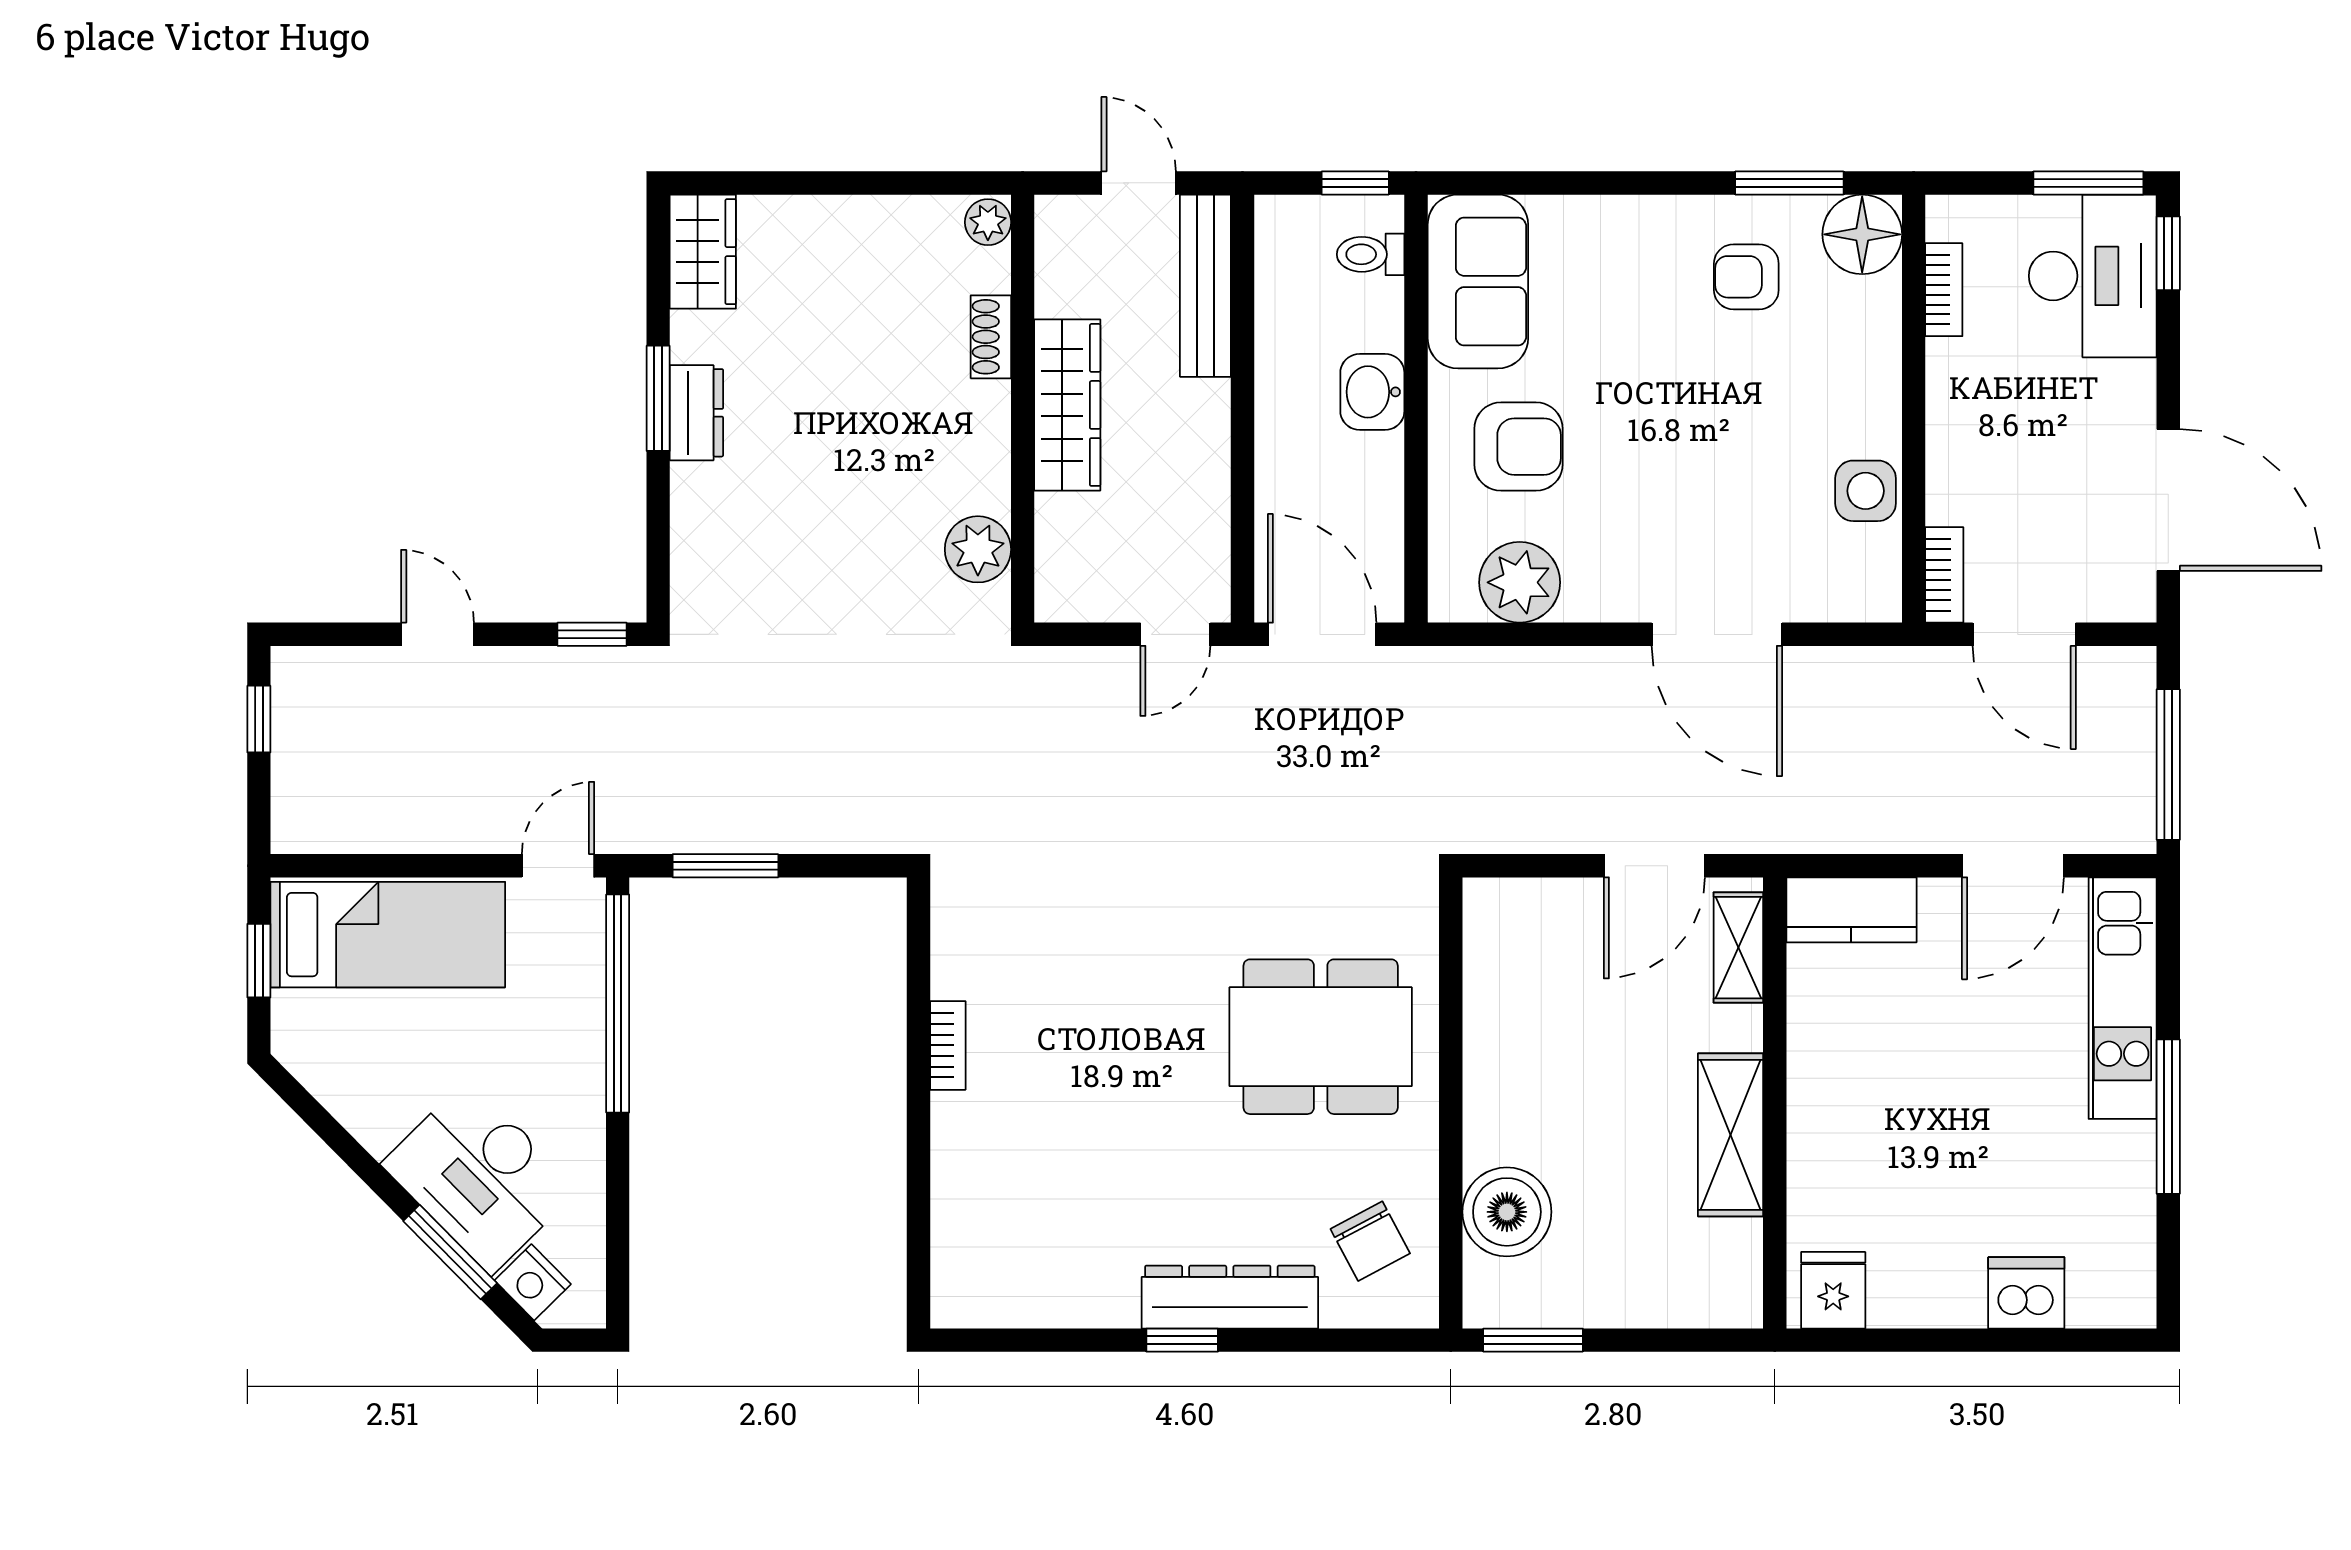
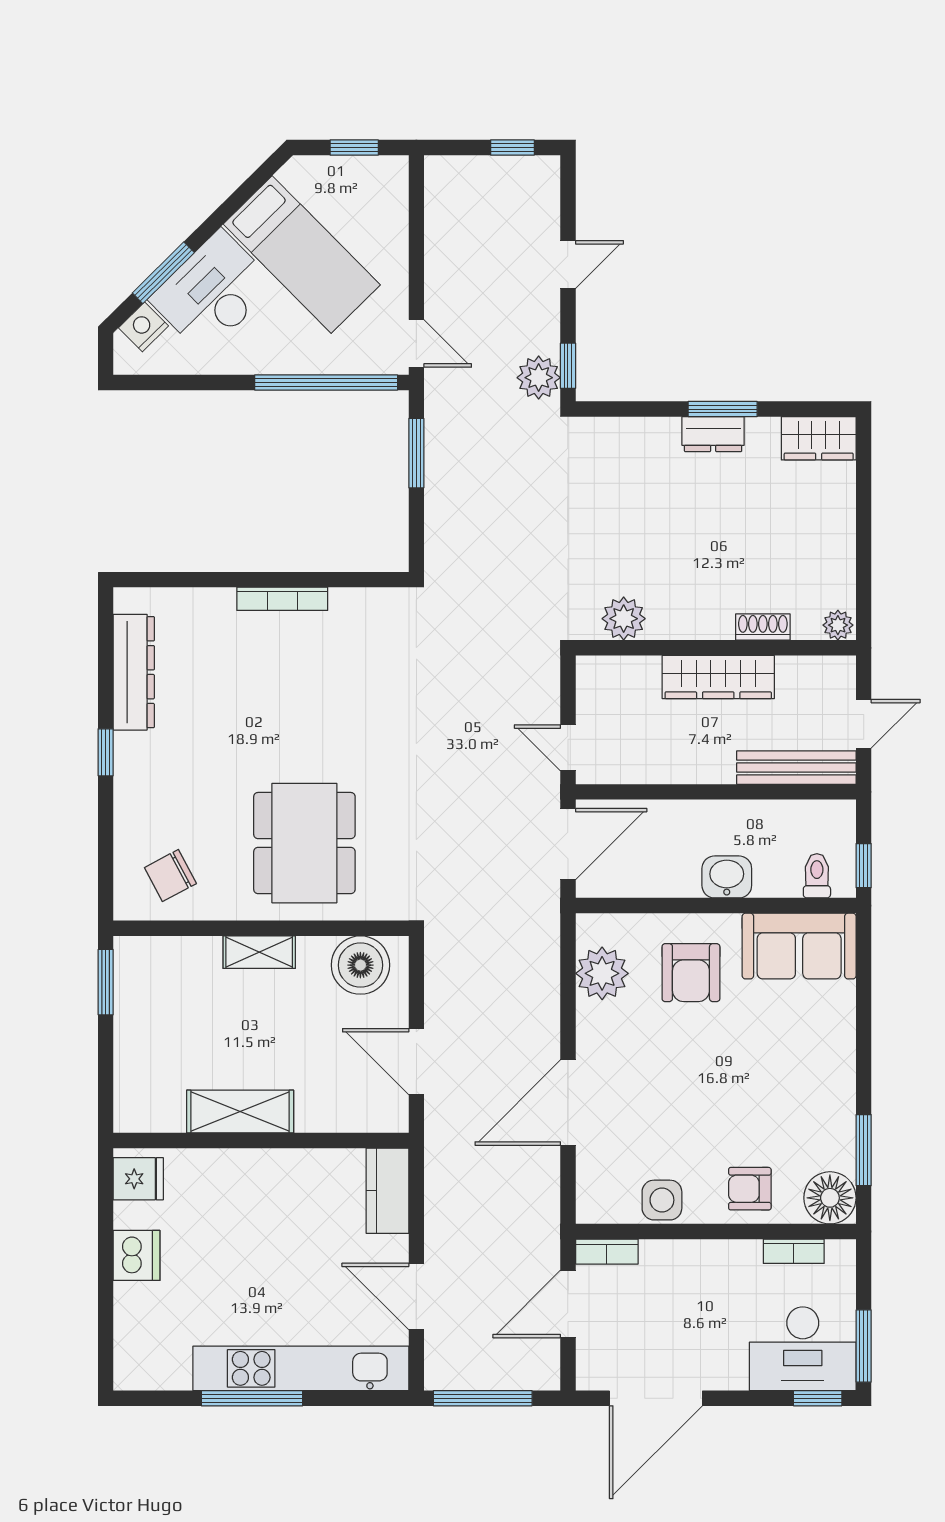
armchair: (1746, 277) -> (750, 1189), moved, turned -90
plant: (610, 679) -> (539, 378), added
bed: (388, 935) -> (302, 255), moved, turned -45
shelving: (1738, 948) -> (259, 952), moved
kitchen unit: (2123, 998) -> (301, 1368), width x1.36
bookcase: (948, 1045) -> (282, 599), width x1.56
boiler: (1507, 1212) -> (360, 965), moved
dishwasher: (2026, 1293) -> (137, 1255), moved
dresser: (1230, 1297) -> (134, 672), moved

